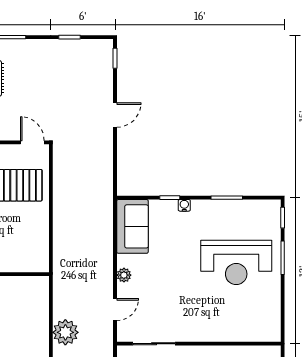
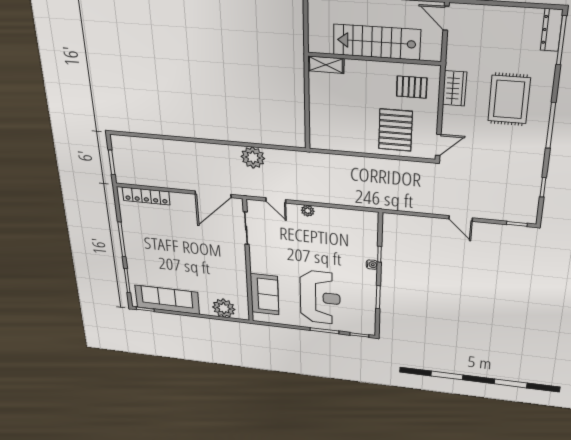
sofa: (132, 226) -> (265, 294), moved, turned -90
reception desk: (236, 262) -> (320, 297), turned 180

